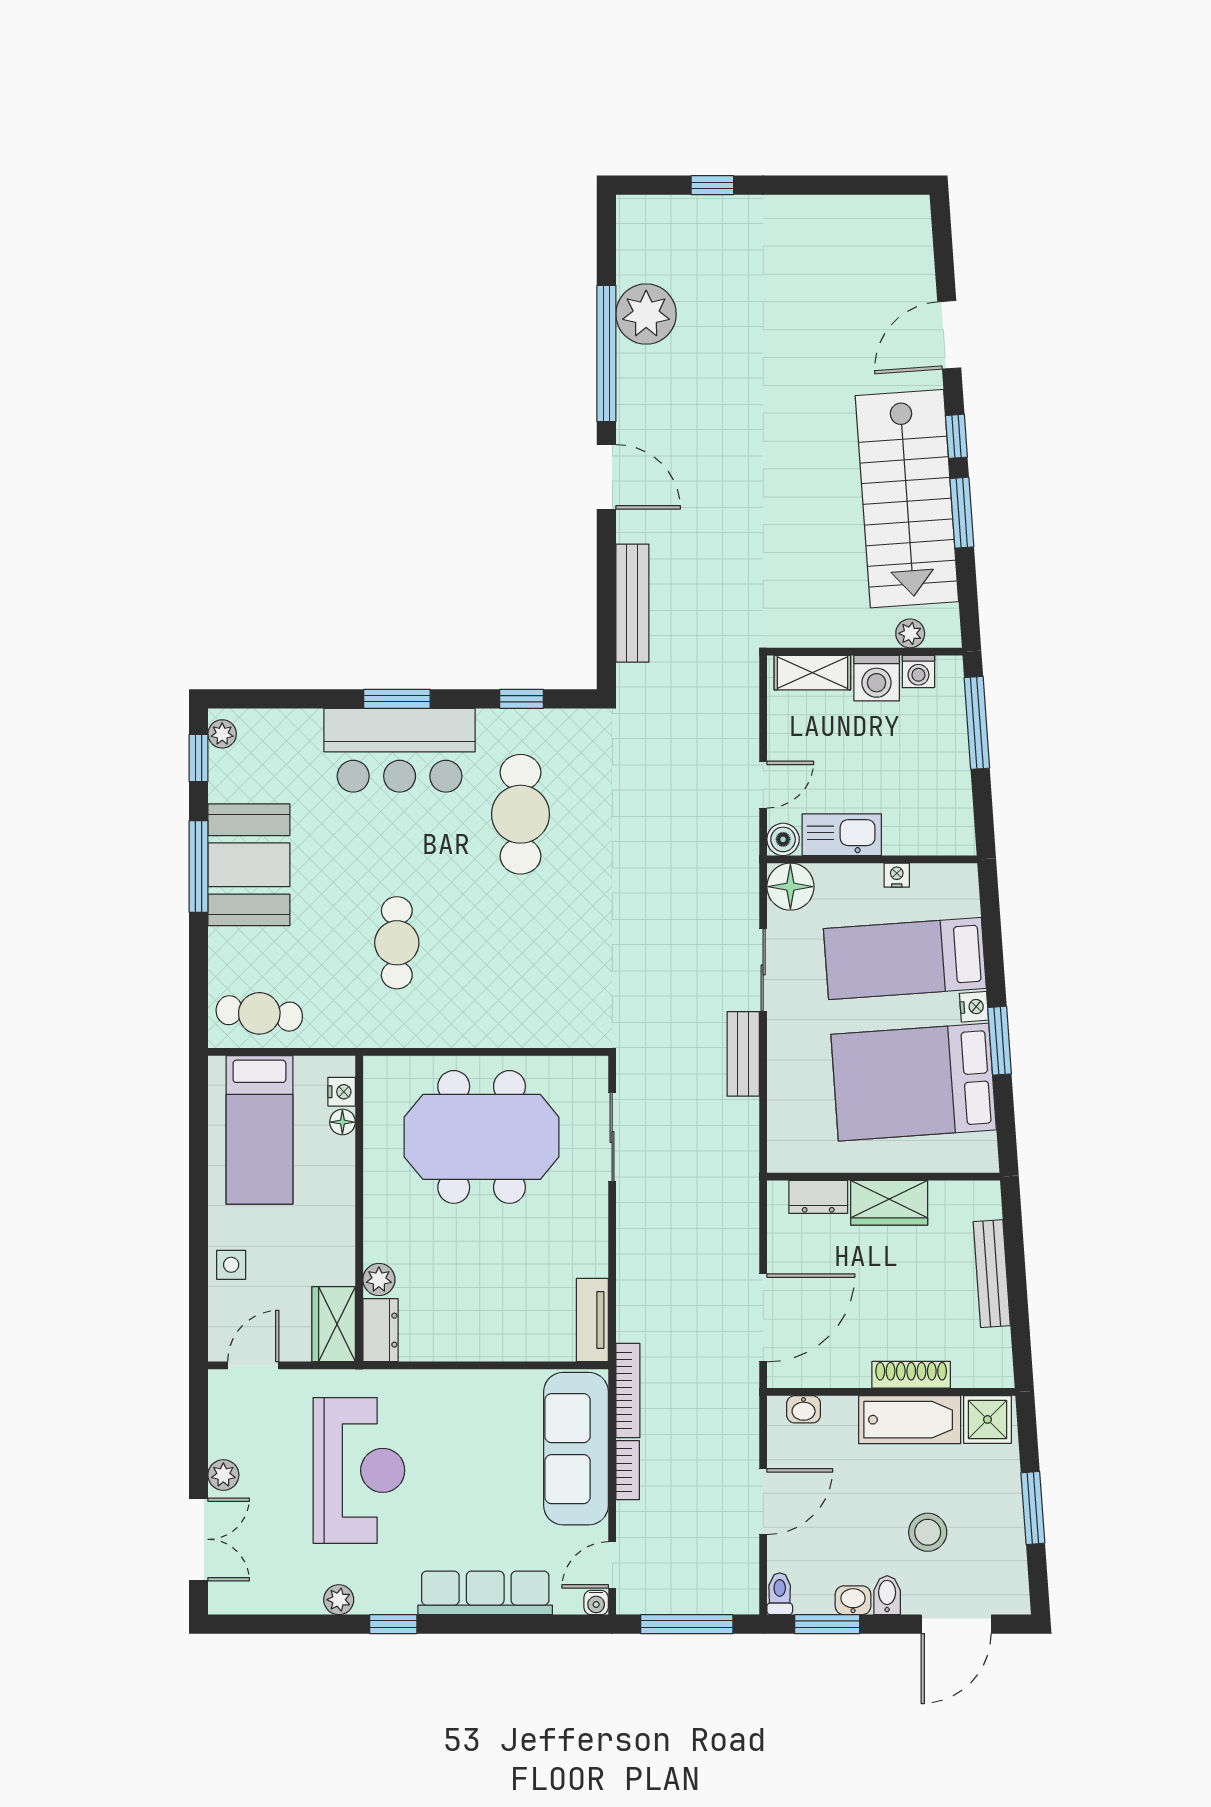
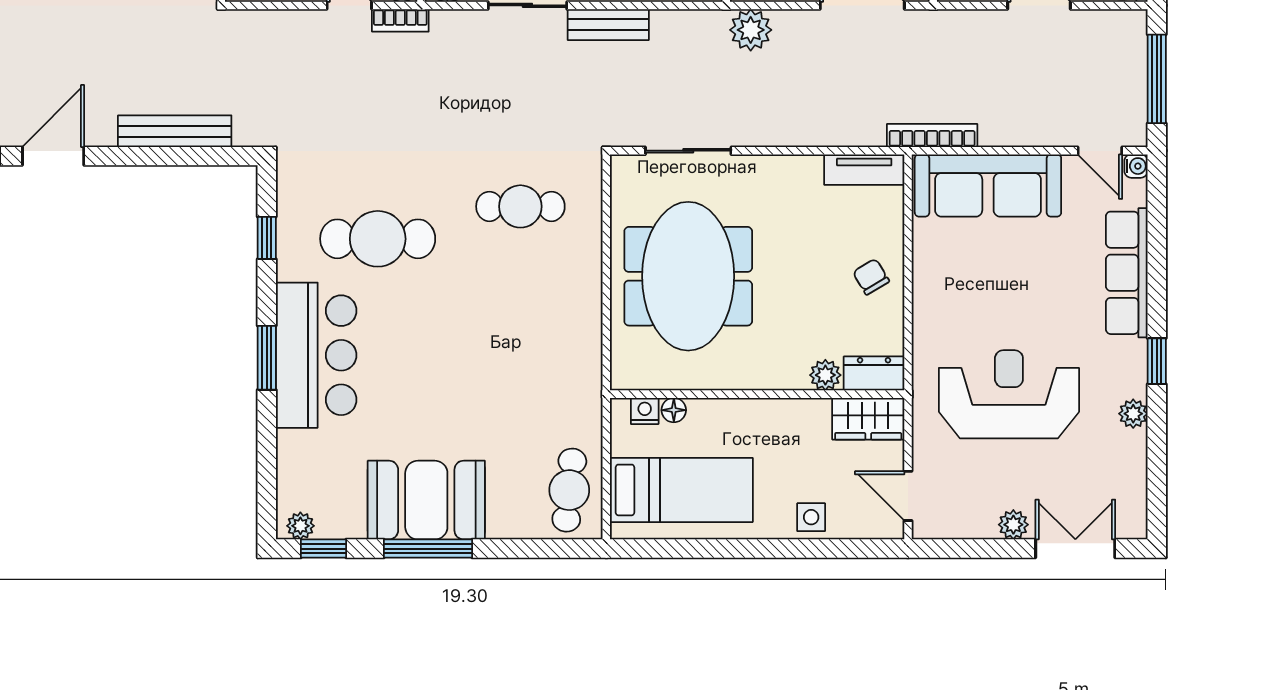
cafe table: (397, 943) -> (520, 206), moved
plant: (738, 1202) -> (751, 30), added
chair: (481, 1327) -> (871, 277), added
bookcase: (628, 1470) -> (400, 20), moved, turned 180

